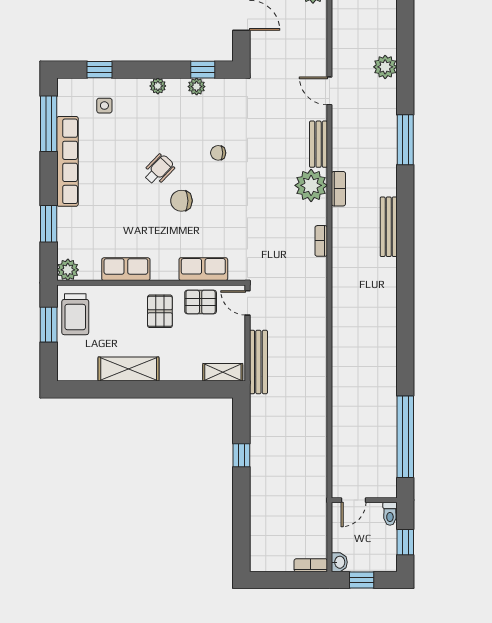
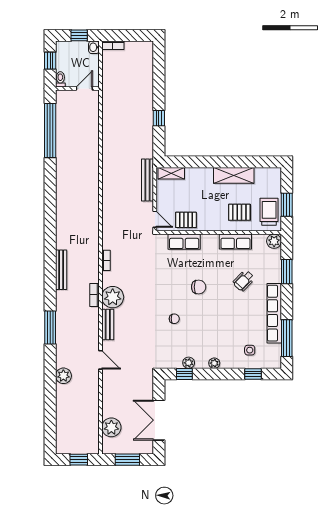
wheelchair: (159, 170) -> (244, 281), moved
pallet: (160, 311) -> (239, 212), moved, turned 90

